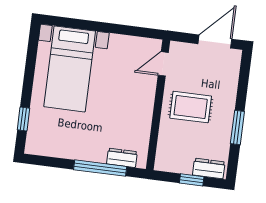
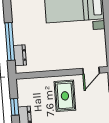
door: (163, 64) -> (91, 71), swing flipped

